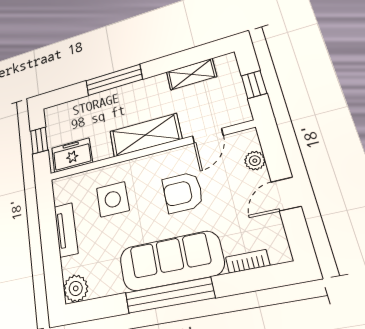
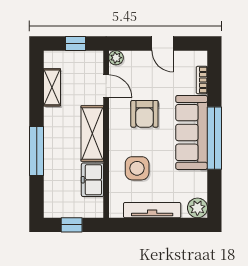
freezer: (72, 155) -> (92, 180), moved
plant: (255, 161) -> (116, 58), moved
tv unit: (66, 230) -> (152, 210), width x1.41

